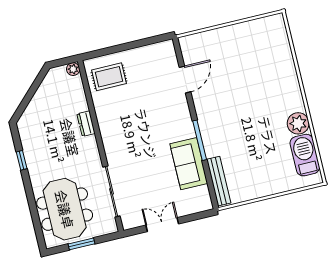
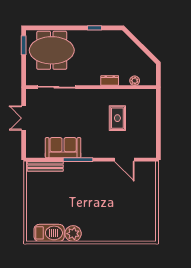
plant: (73, 69) -> (135, 81), moved
rug: (109, 77) -> (117, 118), moved
double door: (162, 225) -> (24, 118), swing flipped
window: (82, 244) -> (24, 45), moved

